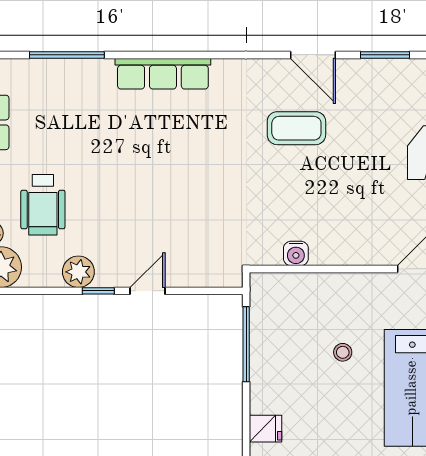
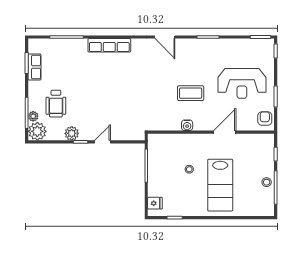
door: (313, 55) -> (165, 37), moved
coffee table: (296, 128) -> (191, 93), moved
water cooler: (296, 253) -> (187, 125), moved

